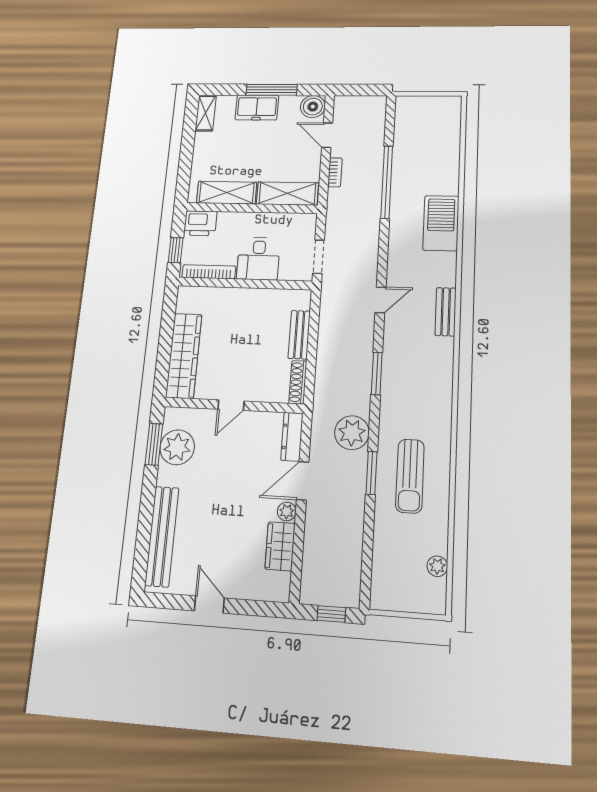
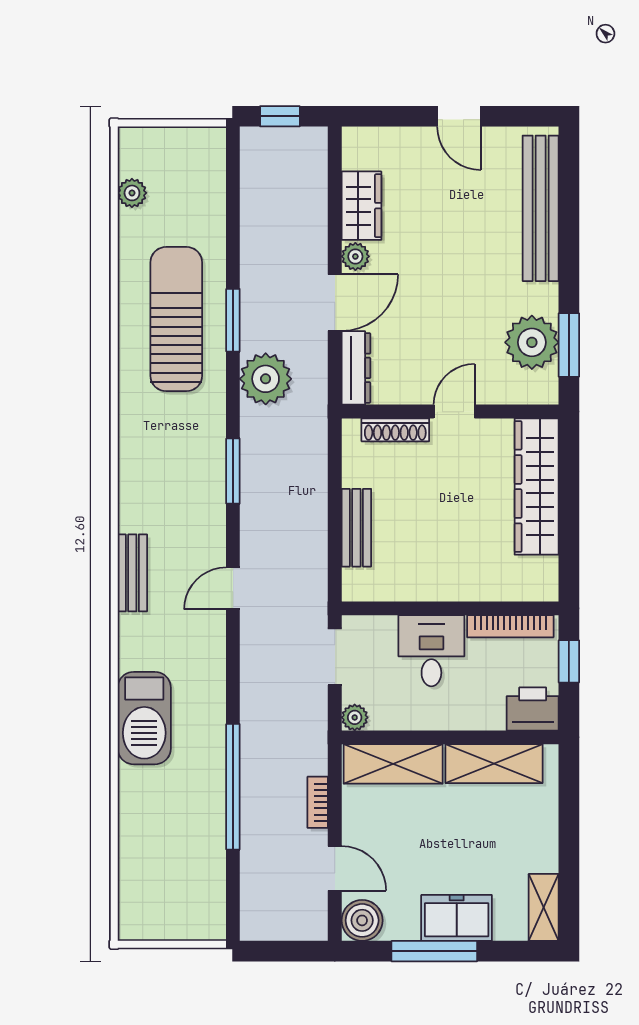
plant: (309, 221) -> (355, 717), added
shoe rack: (298, 382) -> (395, 430), moved, turned 90
sun lounger: (410, 476) -> (176, 319), width x1.36, depth x1.34

